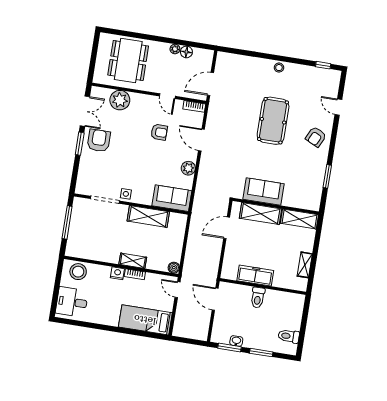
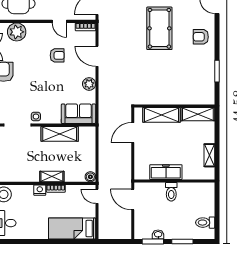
armchair: (316, 137) -> (201, 37), turned 64
sofa: (263, 192) -> (161, 94), removed

